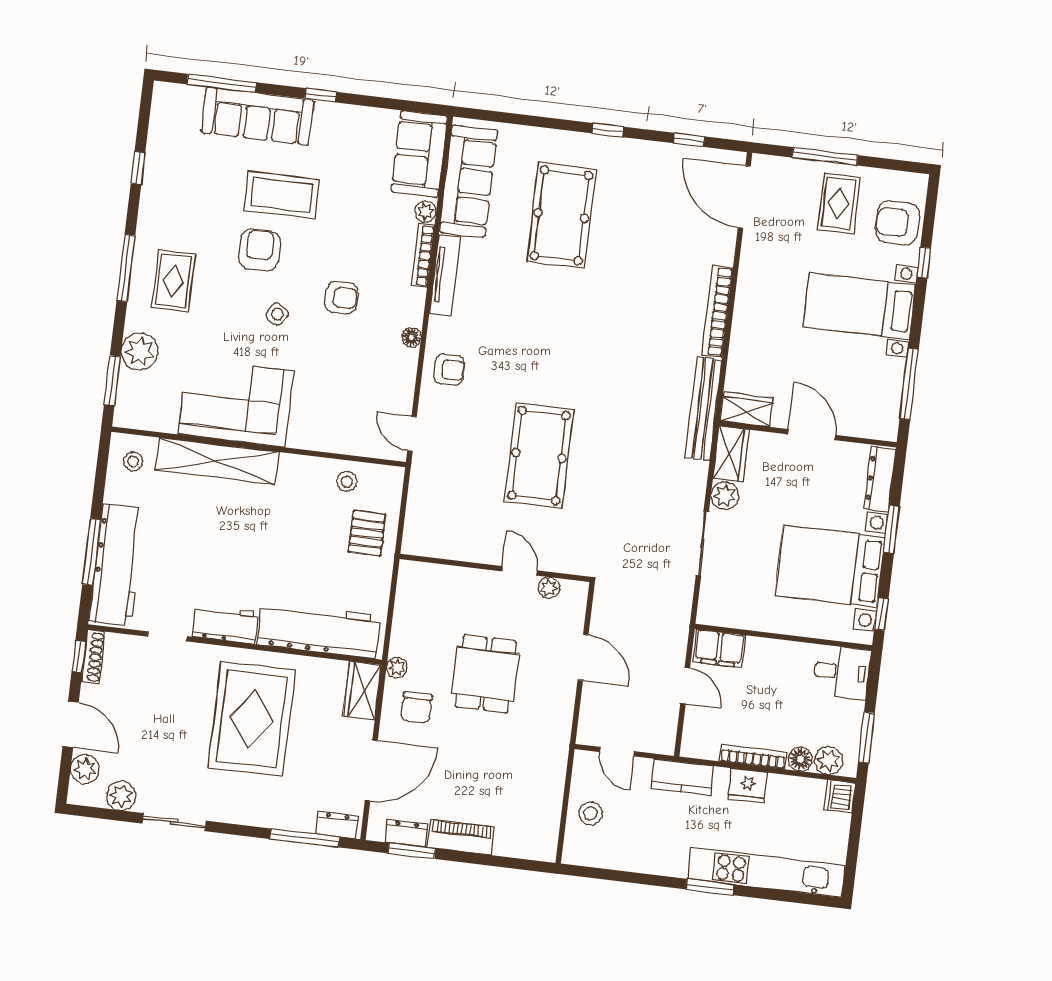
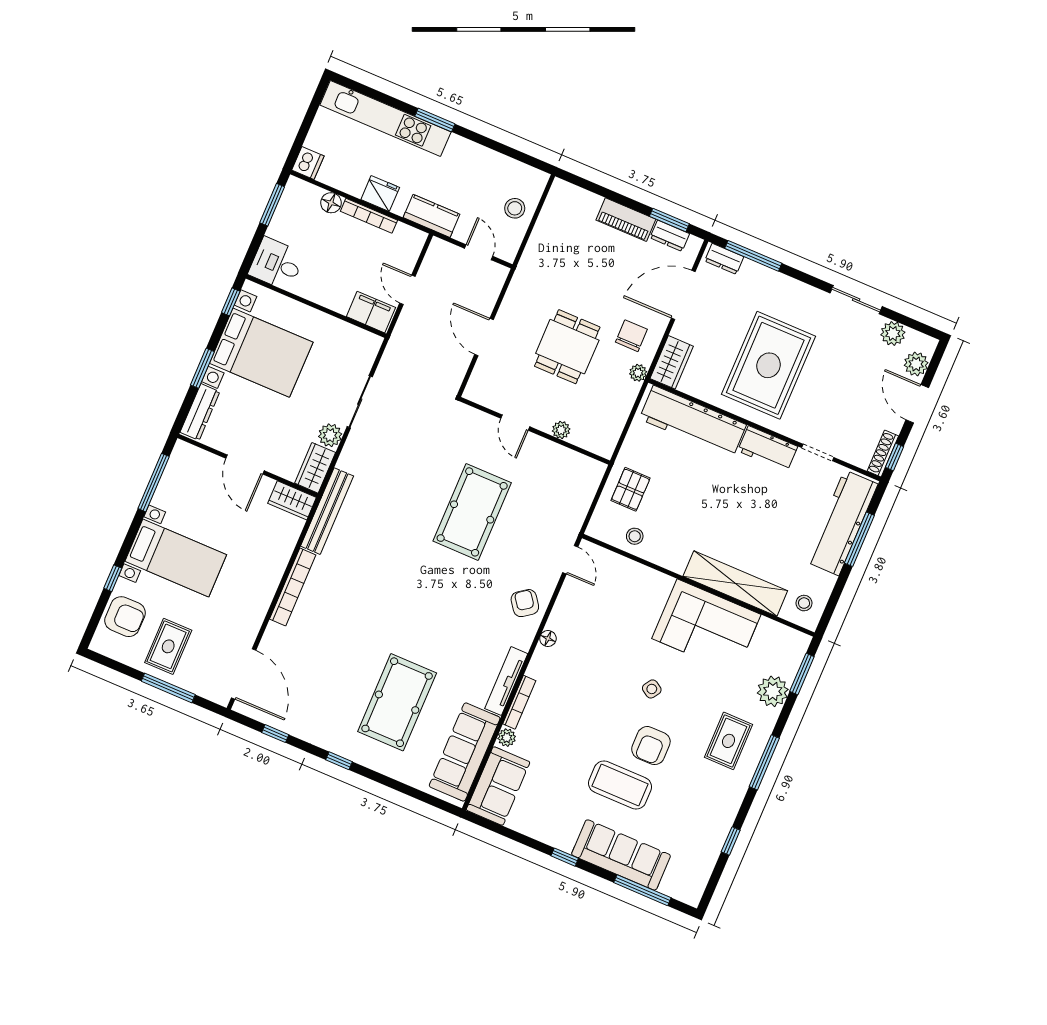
armchair: (341, 298) -> (596, 687), removed
armchair: (449, 370) -> (525, 603), turned 54
plant: (549, 588) -> (561, 430), moved
plant: (829, 760) -> (308, 195), removed

